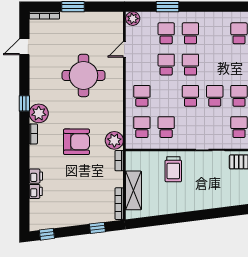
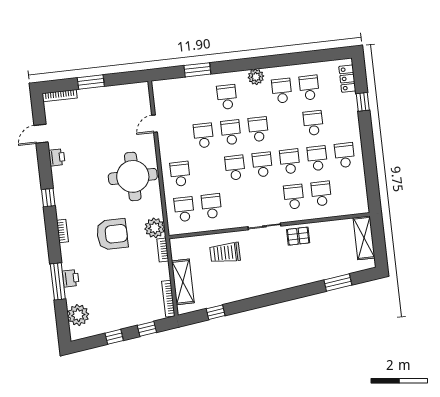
plant: (133, 19) -> (256, 77), moved
school desk: (166, 33) -> (258, 129), moved
round table: (84, 75) -> (133, 176), moved
plant: (39, 113) -> (78, 315), moved
trolley: (173, 169) -> (225, 253), turned 90
window: (24, 178) -> (58, 281), added
printer: (36, 191) -> (57, 157), moved
window: (159, 220) -> (216, 312), added
window: (47, 234) -> (114, 337), moved

